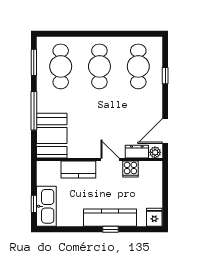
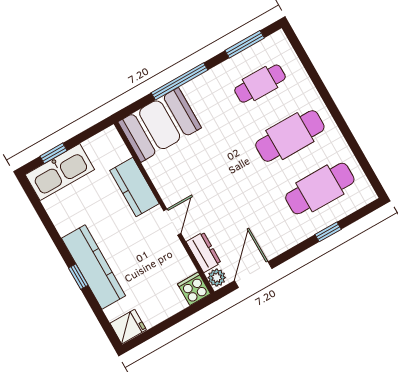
cafe table: (61, 66) -> (260, 84), width x0.73, depth x0.74
door: (165, 131) -> (253, 275), hinge flipped
cooker: (130, 169) -> (194, 289), moved, turned 90

